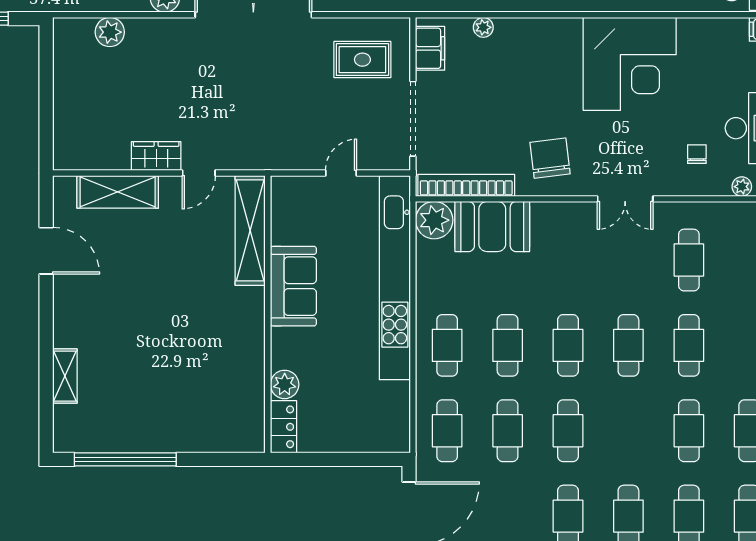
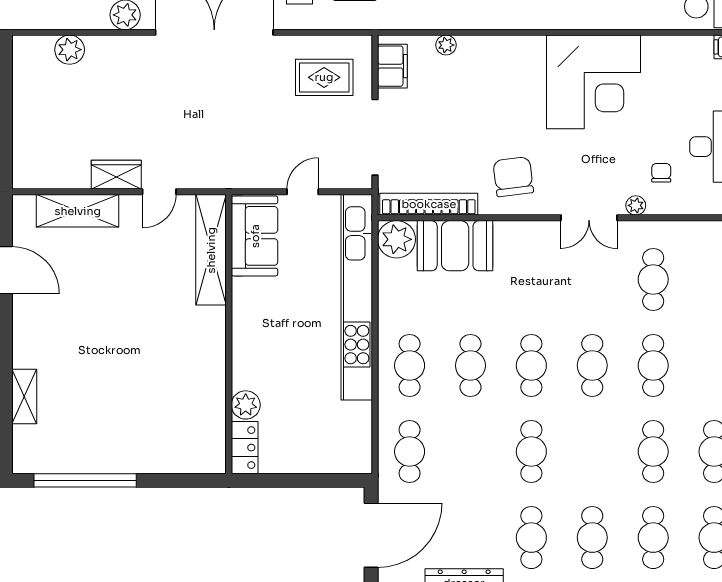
plant: (742, 187) -> (636, 205), moved
sofa: (293, 286) -> (255, 236), moved
cafe table: (508, 431) -> (470, 452), removed

